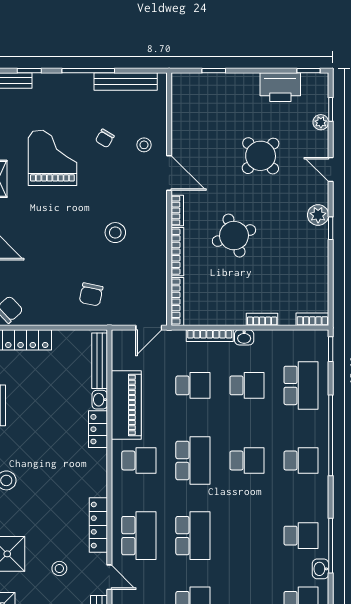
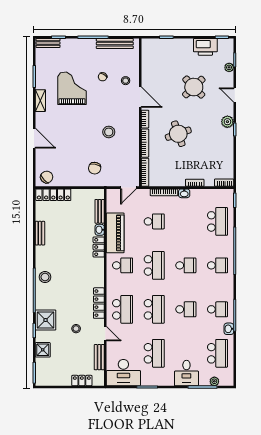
bench: (100, 361) -> (100, 211), width x0.73
school desk: (247, 385) -> (186, 309), moved

